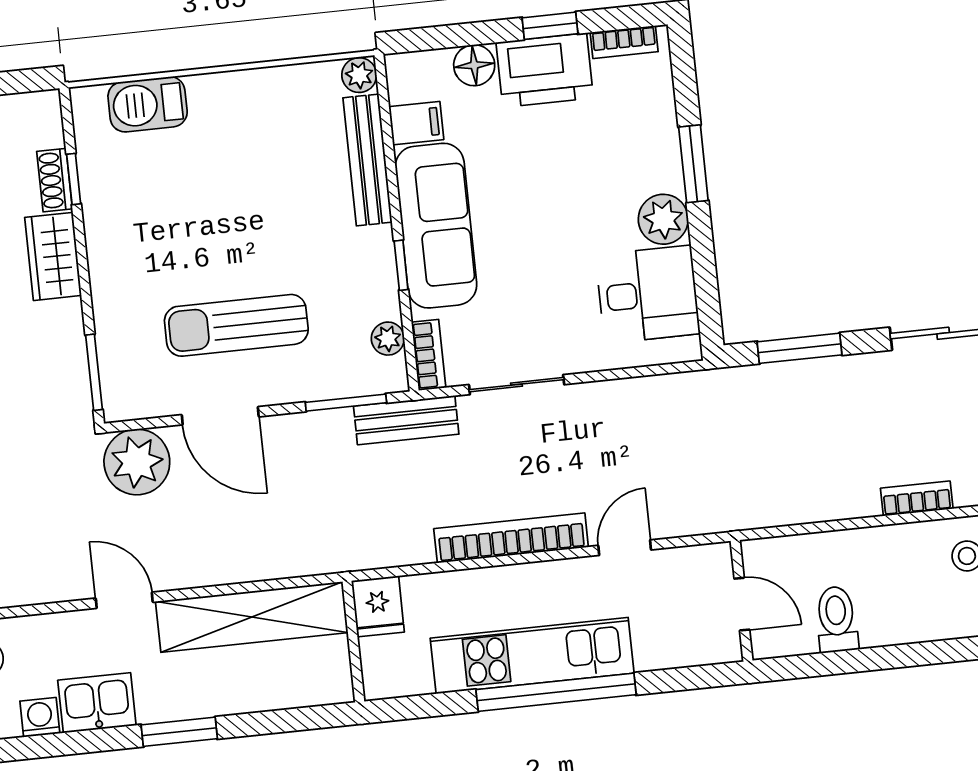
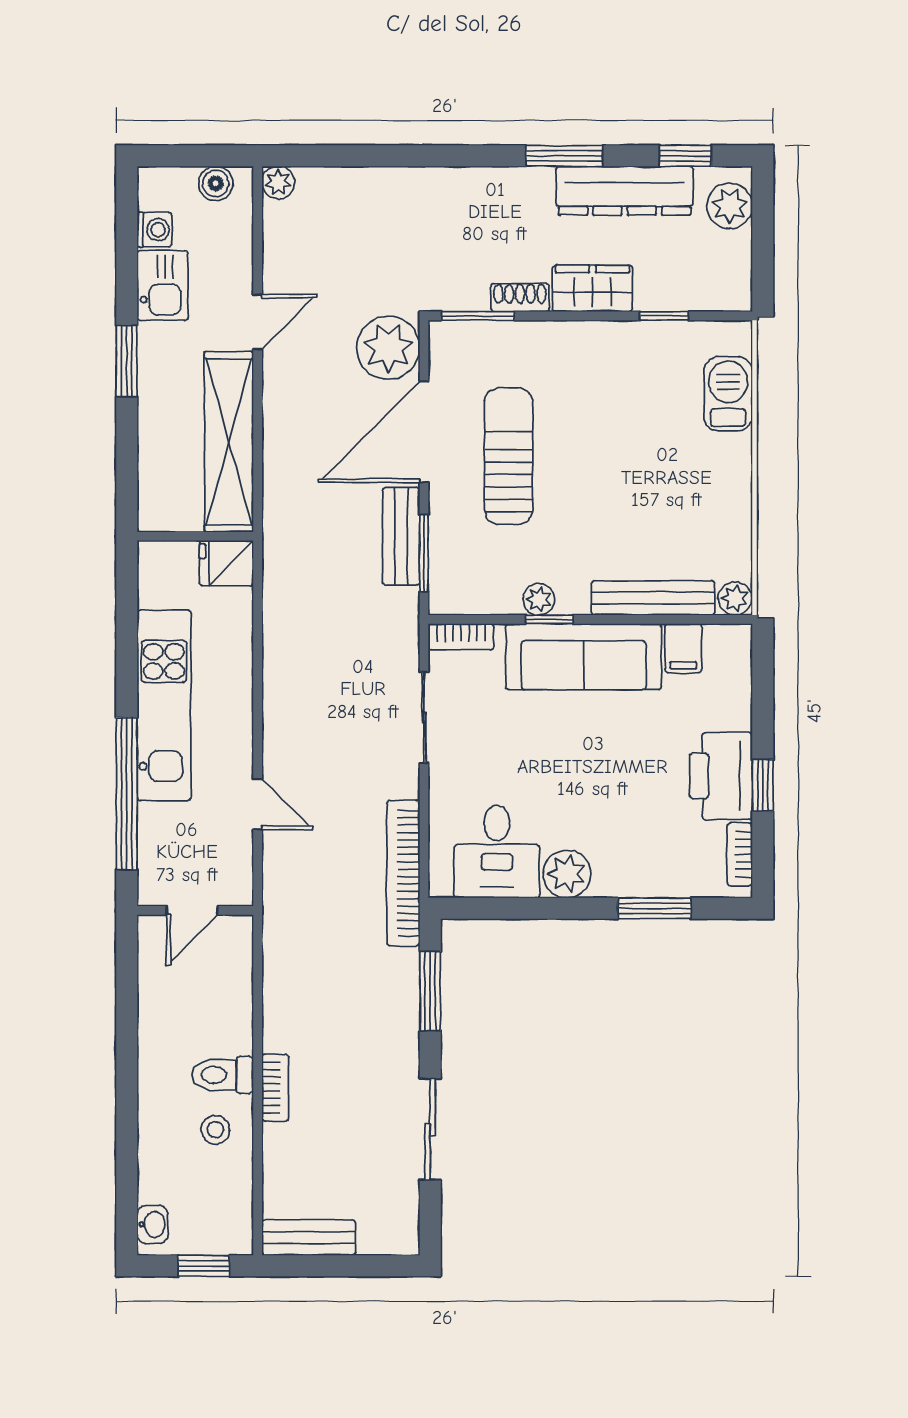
floor lamp: (474, 65) -> (733, 709), removed
window: (693, 164) -> (654, 908), moved
shoe rack: (55, 180) -> (520, 298), moved
plant: (388, 339) -> (539, 599), moved
door: (220, 416) -> (424, 432), width x1.36
bench: (406, 420) -> (401, 536), moved
bookcase: (511, 538) -> (403, 873), moved, turned 180
toilet: (837, 619) -> (223, 1075), moved, turned 180
window: (556, 692) -> (127, 794), moved

